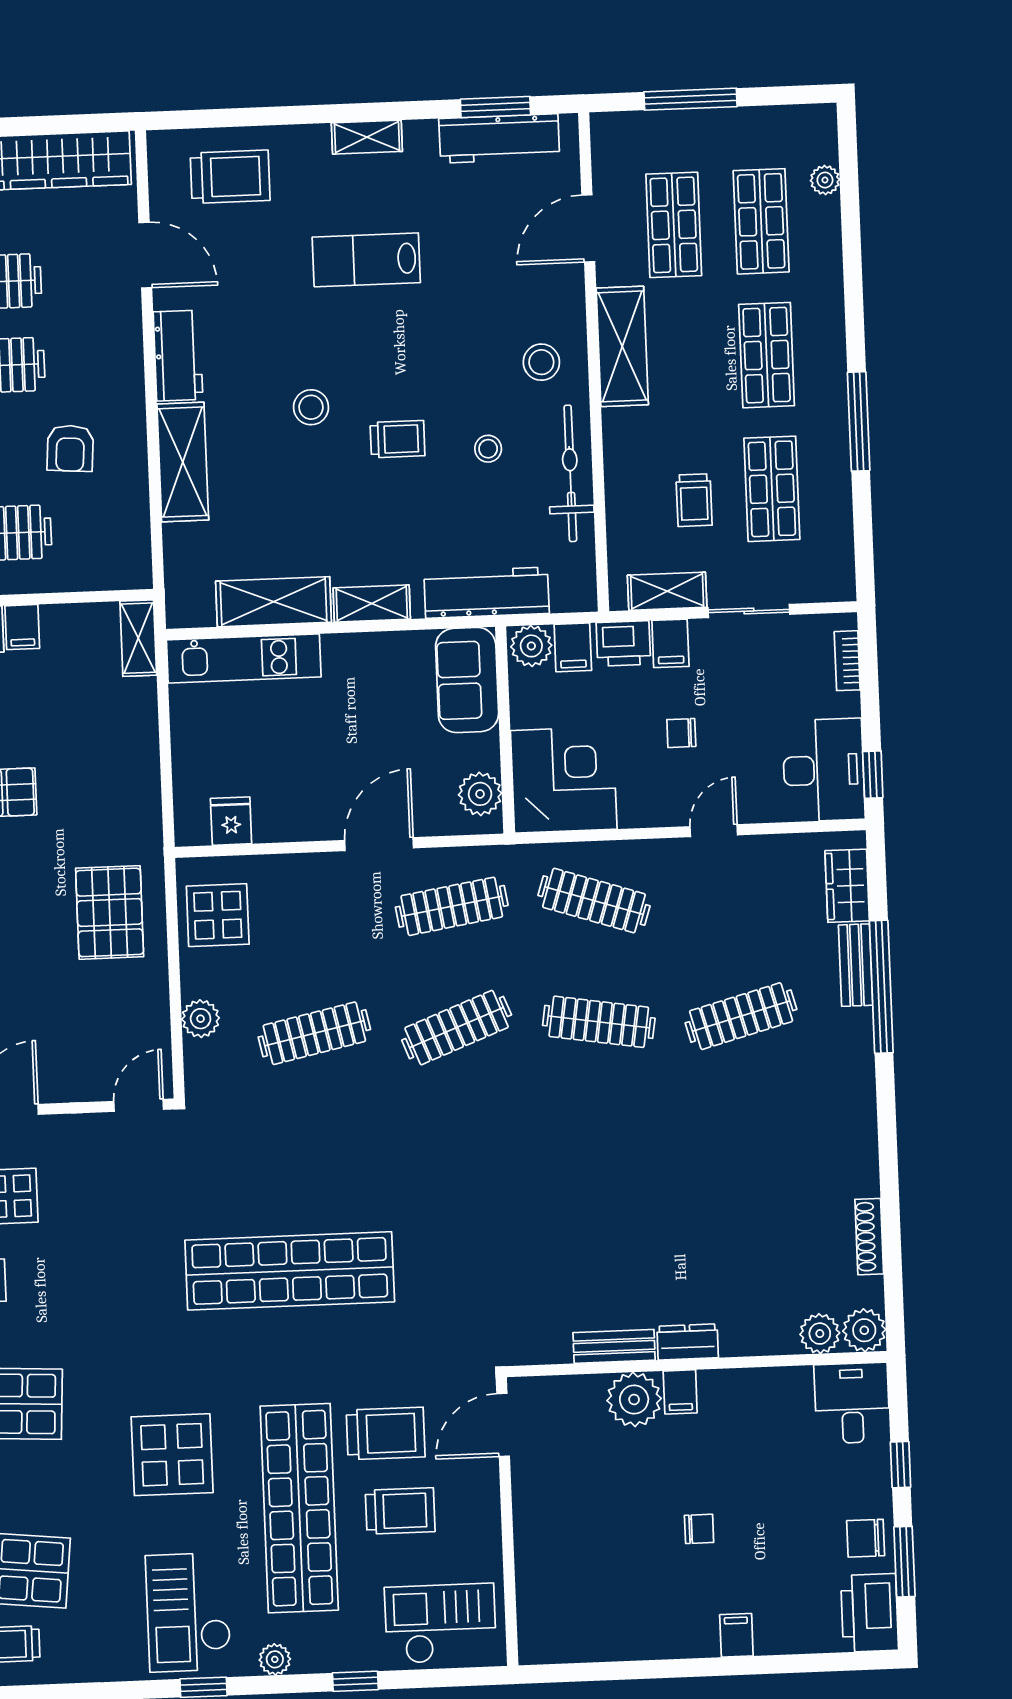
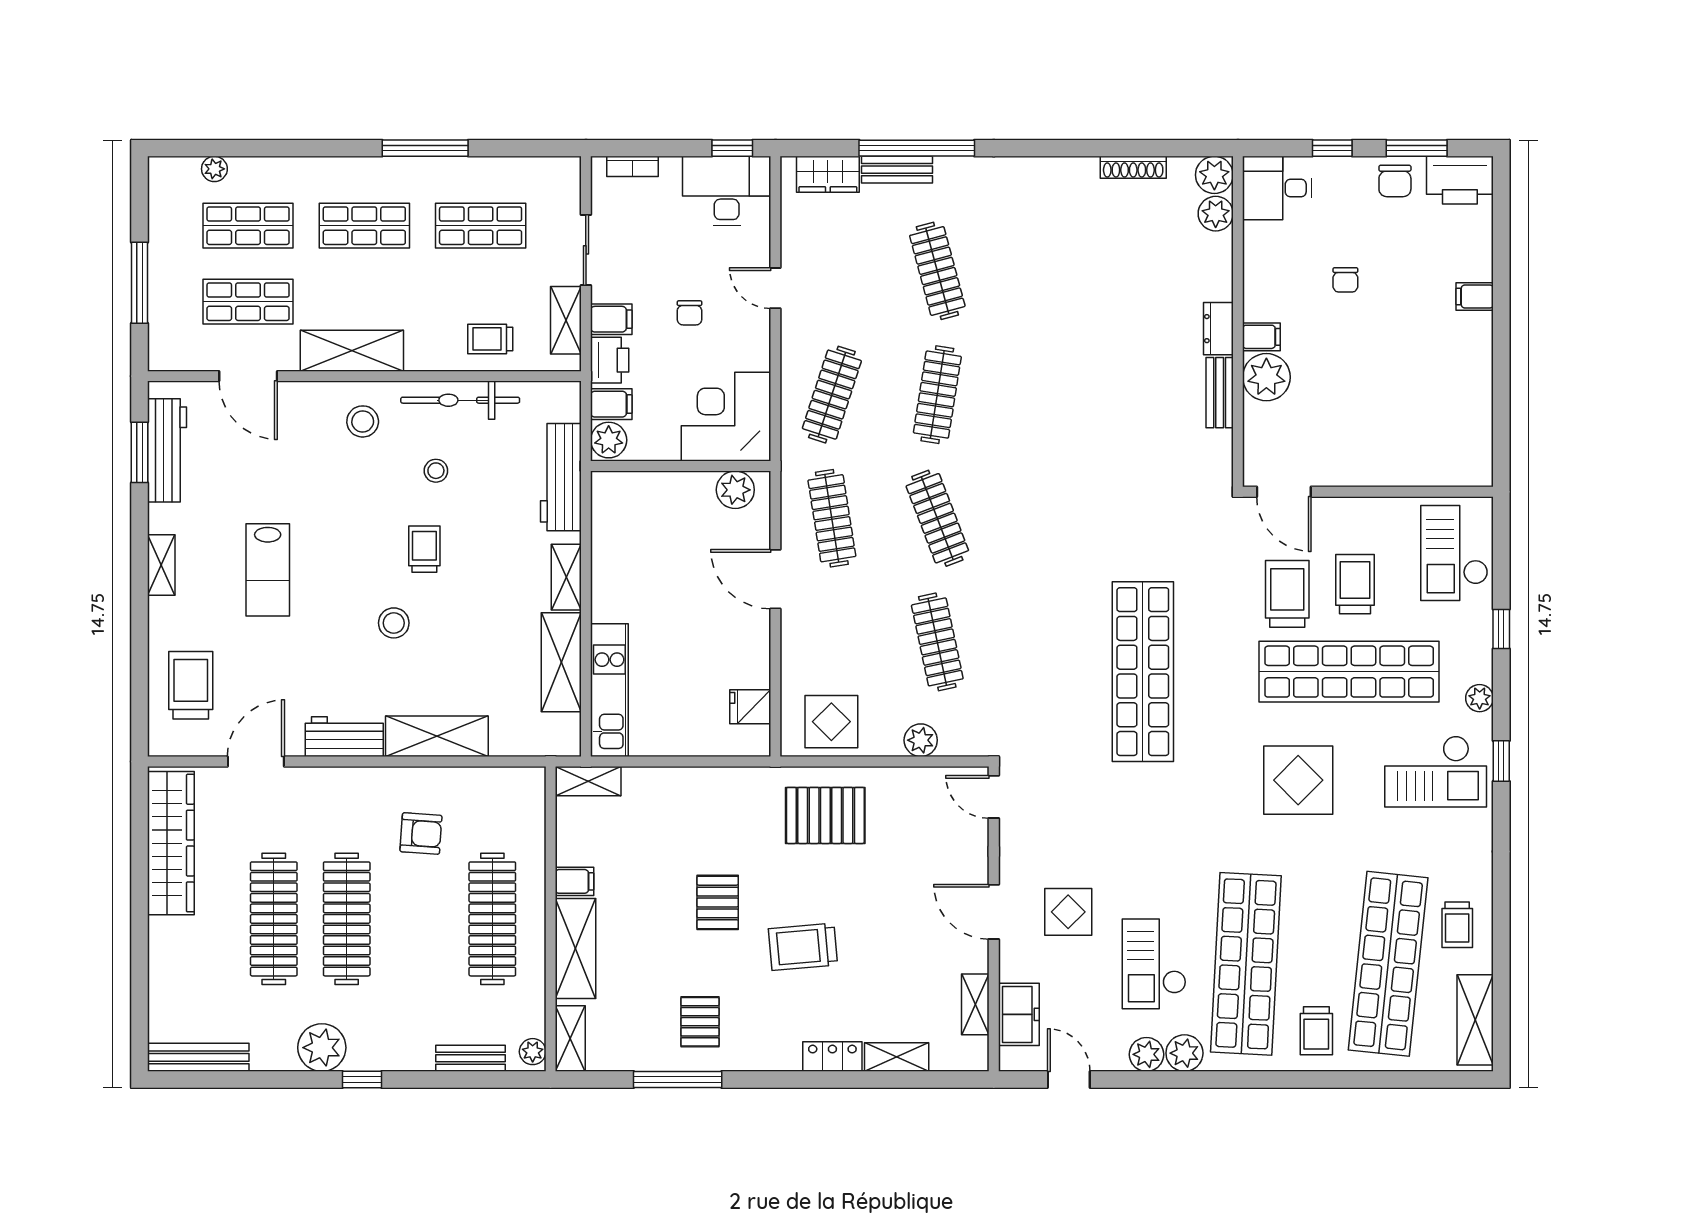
trolley: (694, 500) -> (490, 339), moved, turned 180
sofa: (467, 680) -> (636, 497), removed
chair: (699, 1529) -> (1345, 280), moved, turned 180

